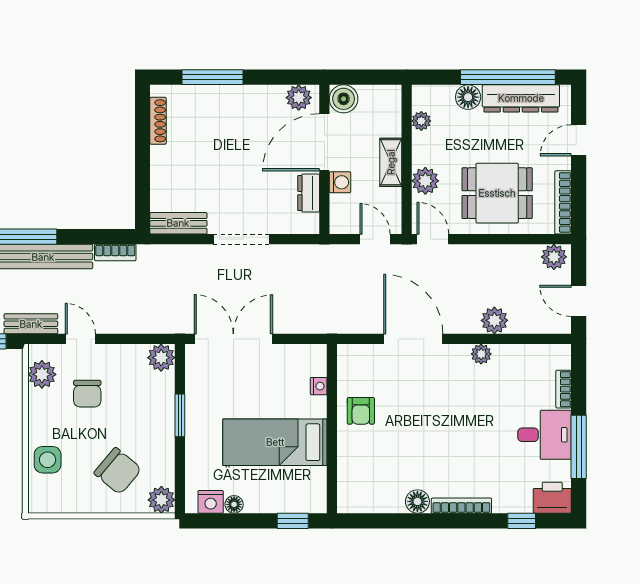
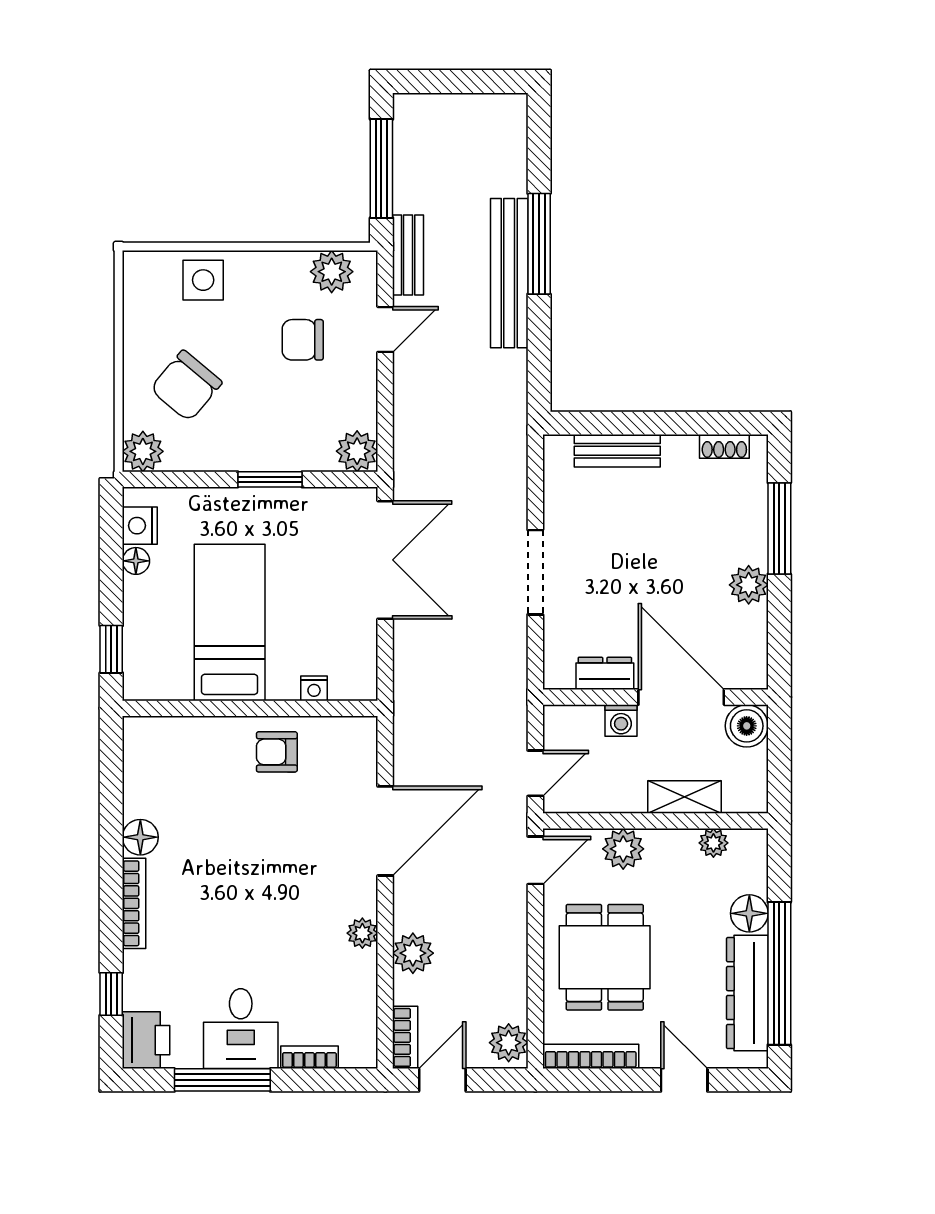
plant: (299, 98) -> (749, 585), moved
shoe rack: (158, 121) -> (724, 446), width x0.70
shelving: (391, 162) -> (685, 797), moved
bench: (178, 223) -> (617, 451), moved, turned 90
bookcase: (115, 252) -> (405, 1037), moved, turned 180

